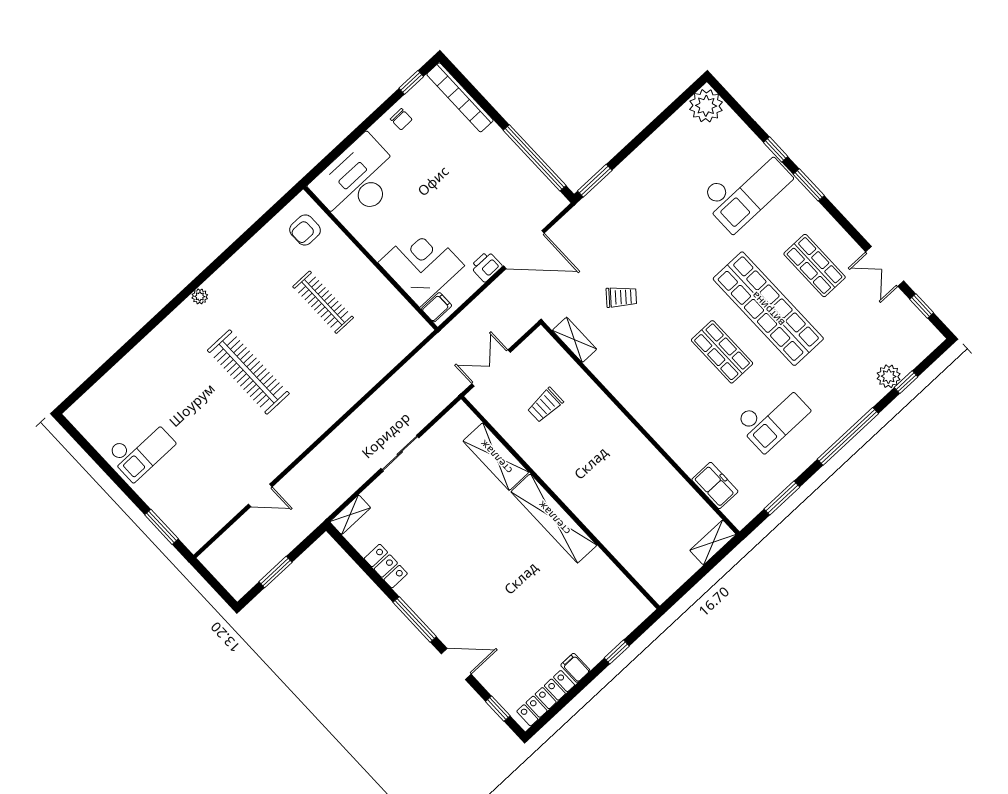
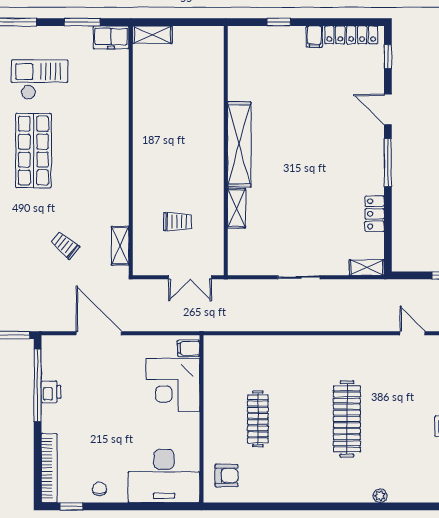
printer: (486, 266) -> (51, 392), moved, turned -90
plant: (200, 296) -> (380, 496), moved
shop shelf: (722, 352) -> (33, 151), width x1.43, depth x1.36
shelving: (496, 457) -> (237, 208), width x0.67, depth x0.75
freezer: (715, 486) -> (111, 37), moved, turned -90

